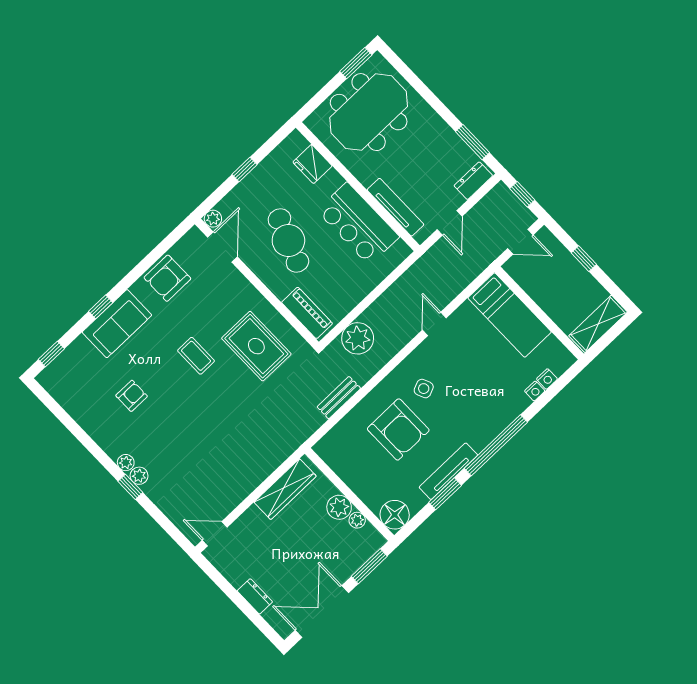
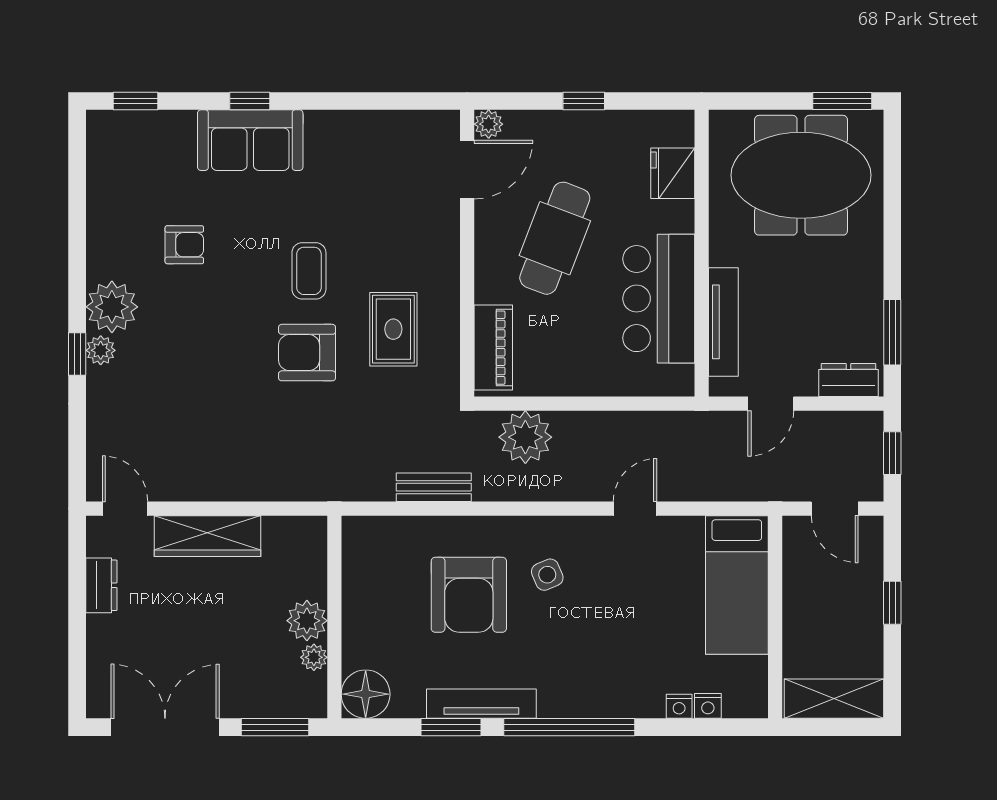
armchair: (167, 278) -> (307, 353), moved
rug: (256, 346) -> (393, 329), width x0.73, depth x0.70
plant: (126, 463) -> (112, 307), width x1.88, depth x1.88
wardrobe: (285, 489) -> (208, 536), moved
dresser: (255, 596) -> (101, 585), moved

